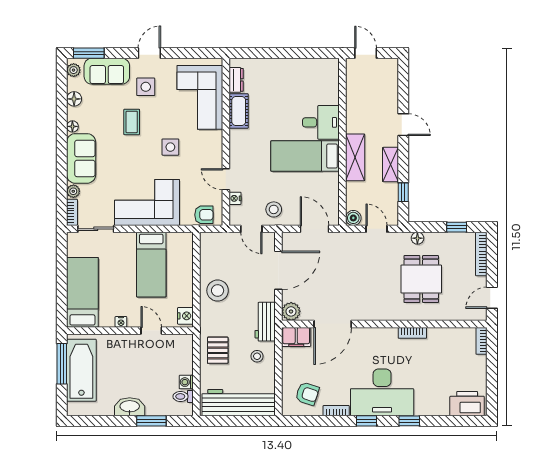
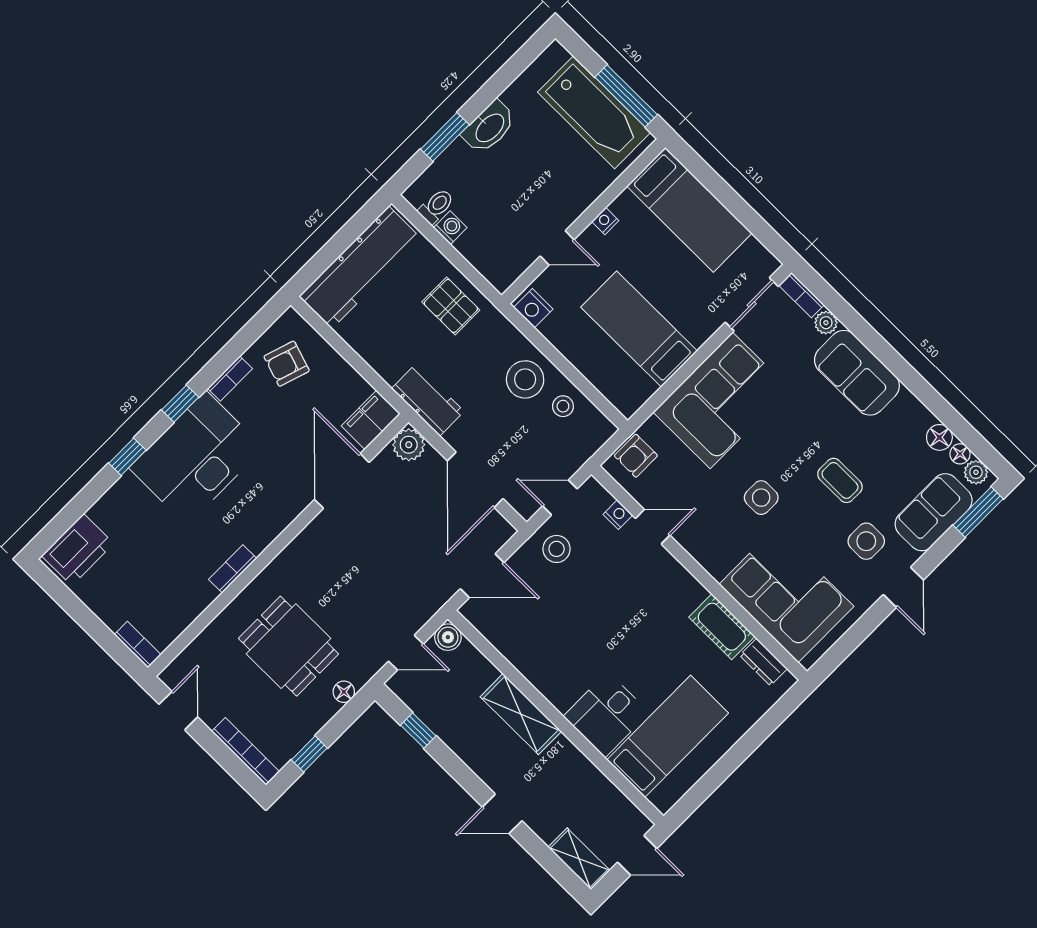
floor lamp: (72, 126) -> (960, 454), moved
bed: (305, 156) -> (668, 736), moved
shelving: (390, 165) -> (579, 859), moved
stool: (257, 356) -> (563, 406), moved

